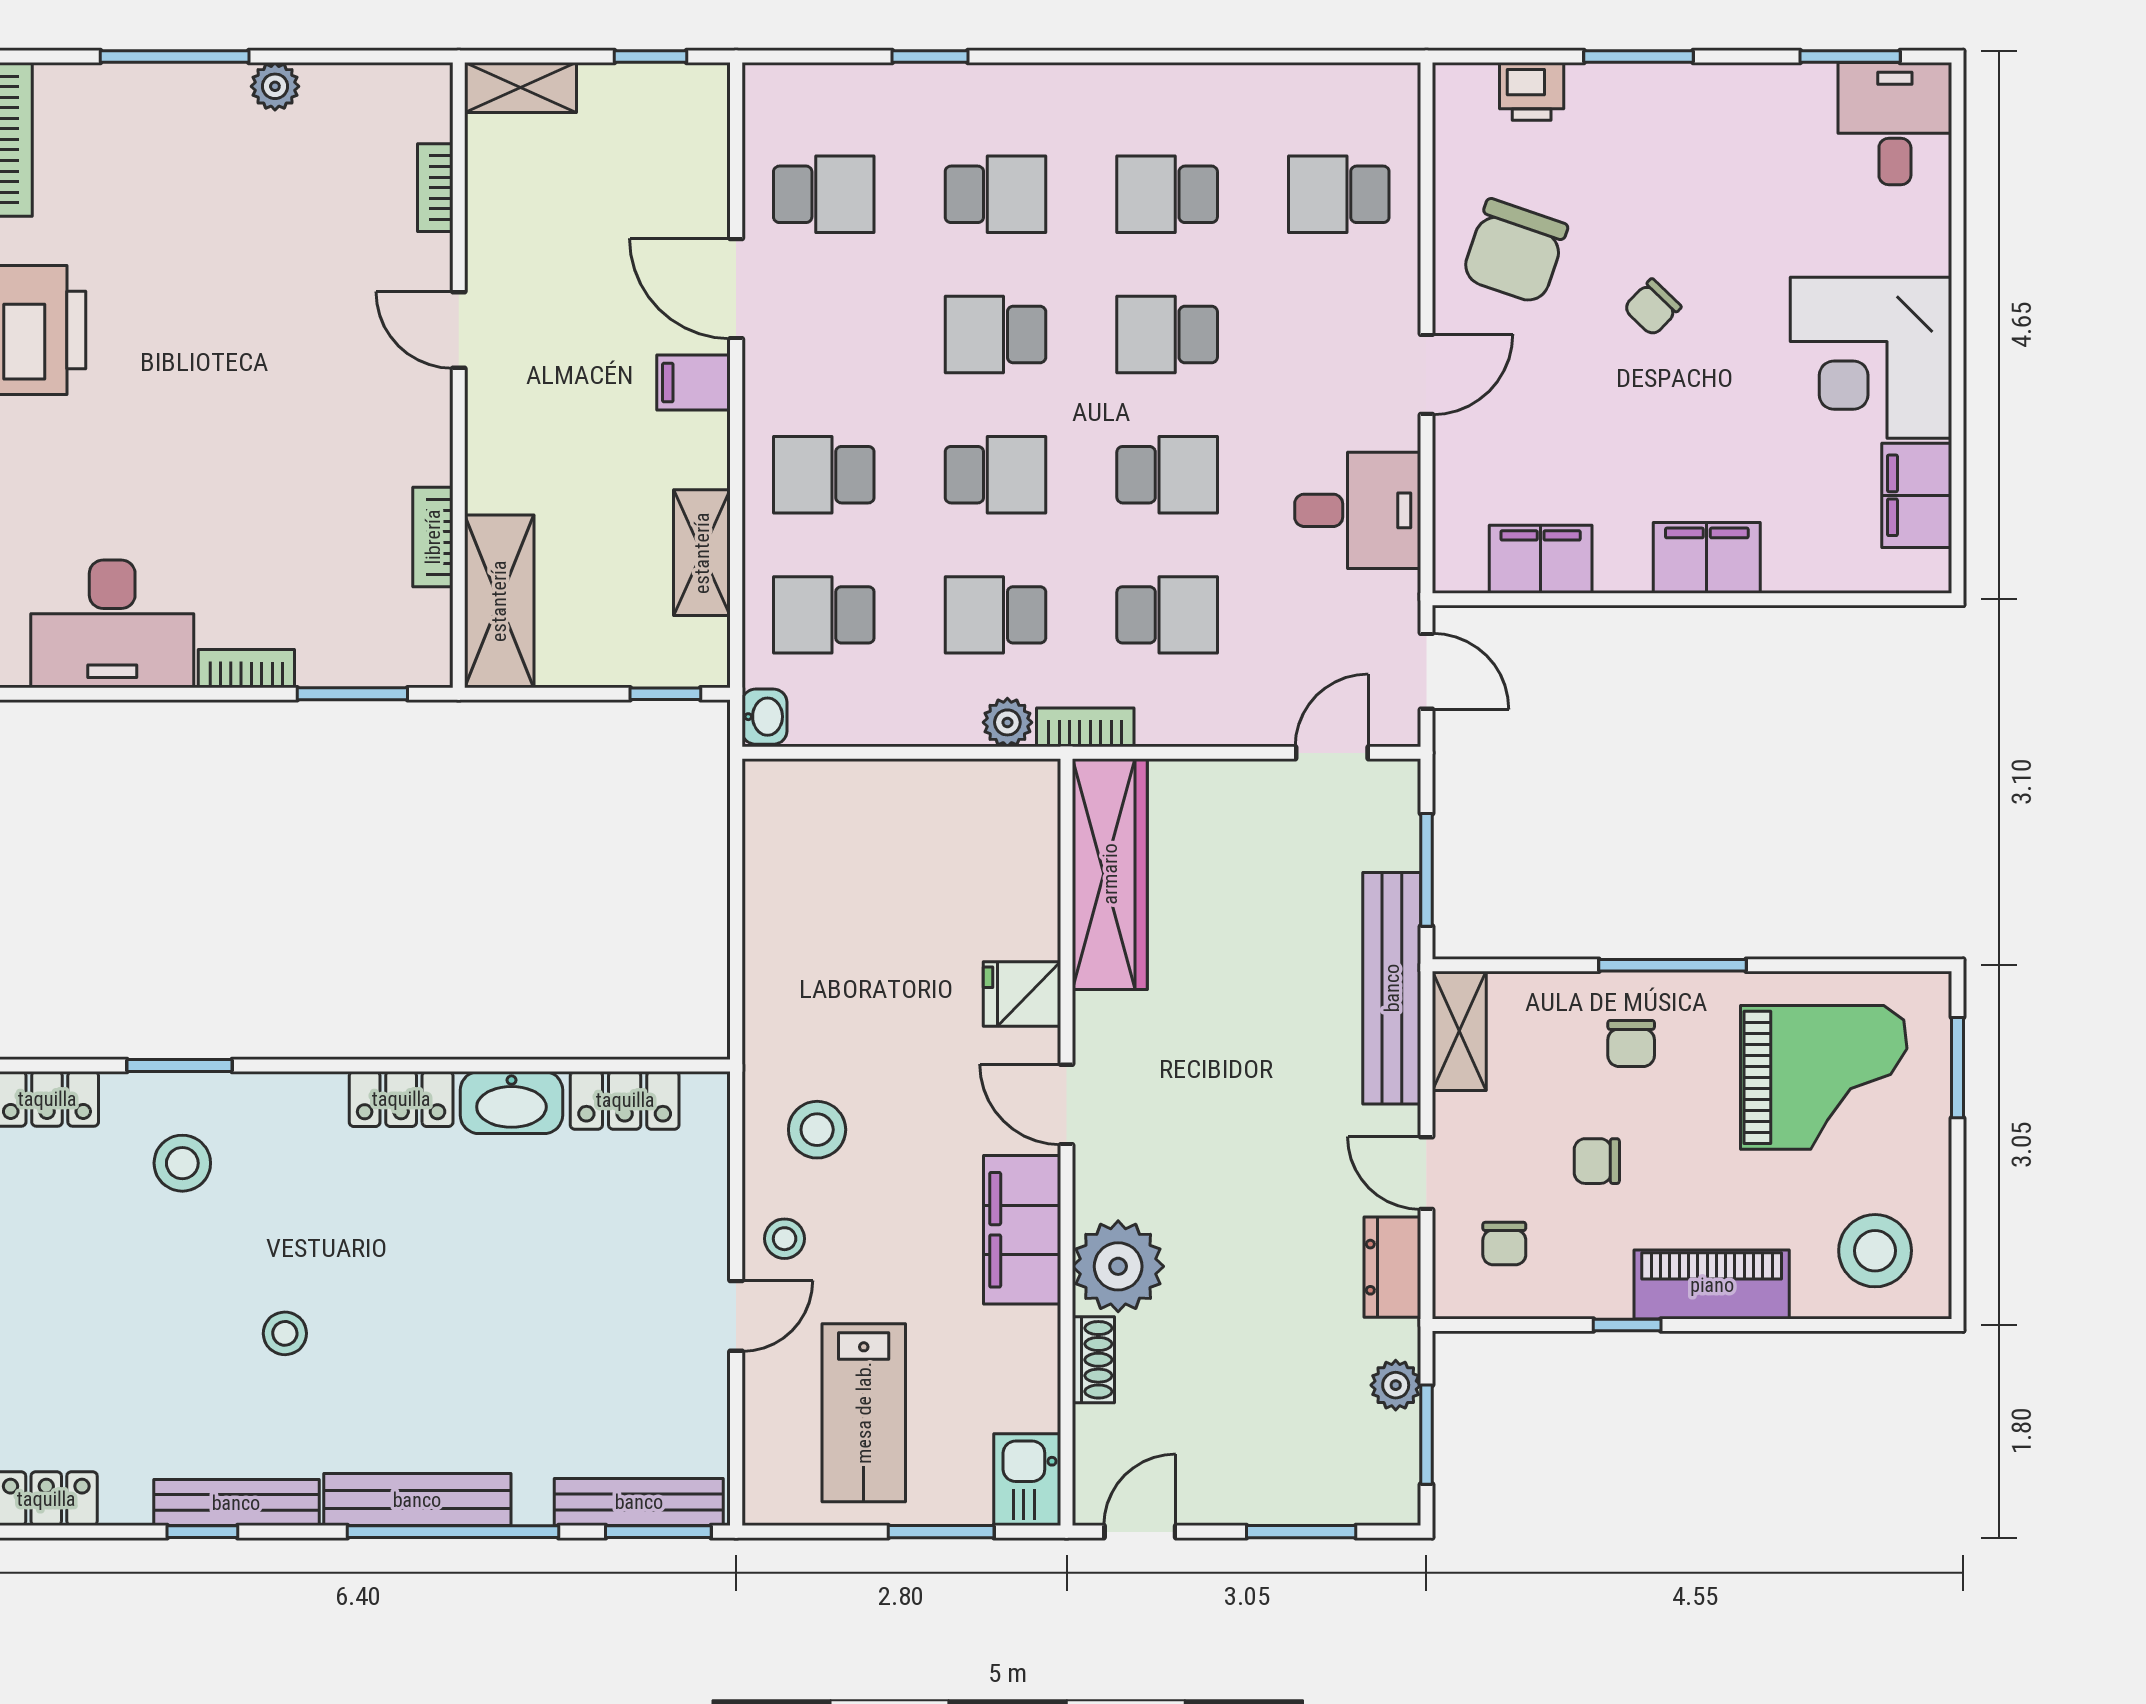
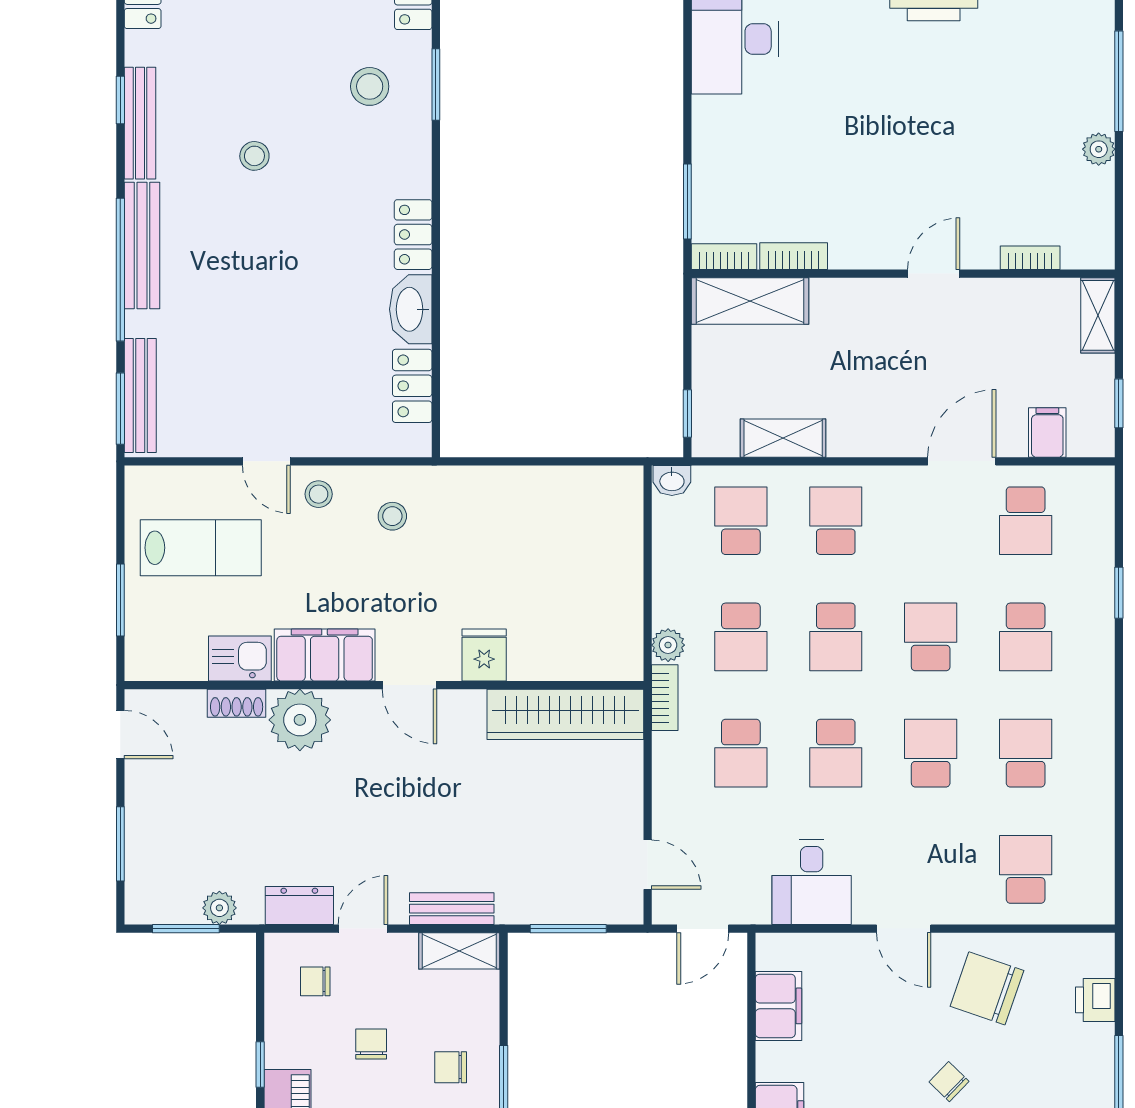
filing cabinet: (694, 383) -> (1047, 433), moved
school desk: (995, 615) -> (741, 637), turned 180
bookcase: (246, 669) -> (724, 257), moved, turned -90
bench: (1392, 988) -> (452, 909), width x0.54, depth x0.82
door: (1067, 1104) -> (409, 685), swing flipped
stool: (817, 1130) -> (392, 516), width x0.73, depth x0.73
lab bench: (864, 1413) -> (201, 548), turned 180
kitchen sink: (1027, 1480) -> (240, 658), moved

